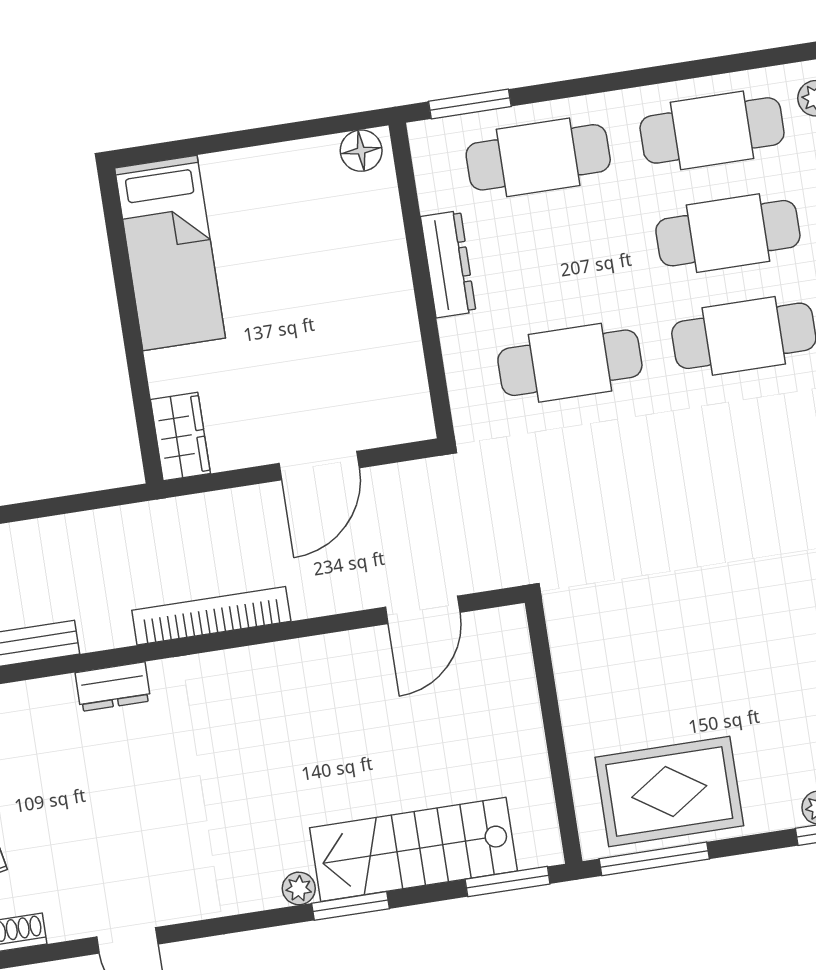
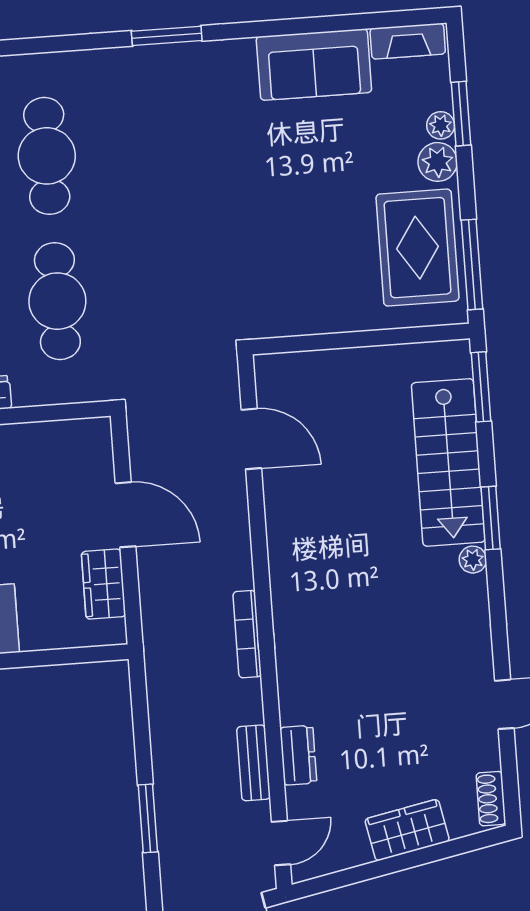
wardrobe: (180, 436) -> (104, 584), moved, turned -90
bookcase: (211, 616) -> (247, 634), width x0.68, depth x0.76
dresser: (113, 687) -> (298, 755), moved
plant: (774, 807) -> (438, 162), added

